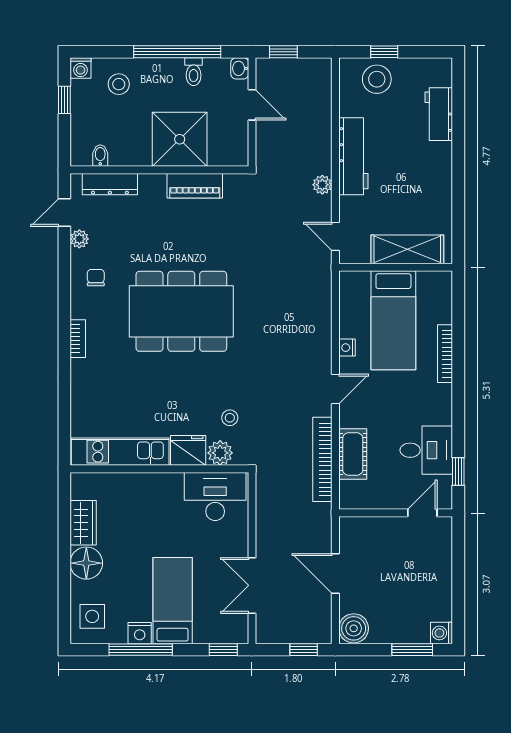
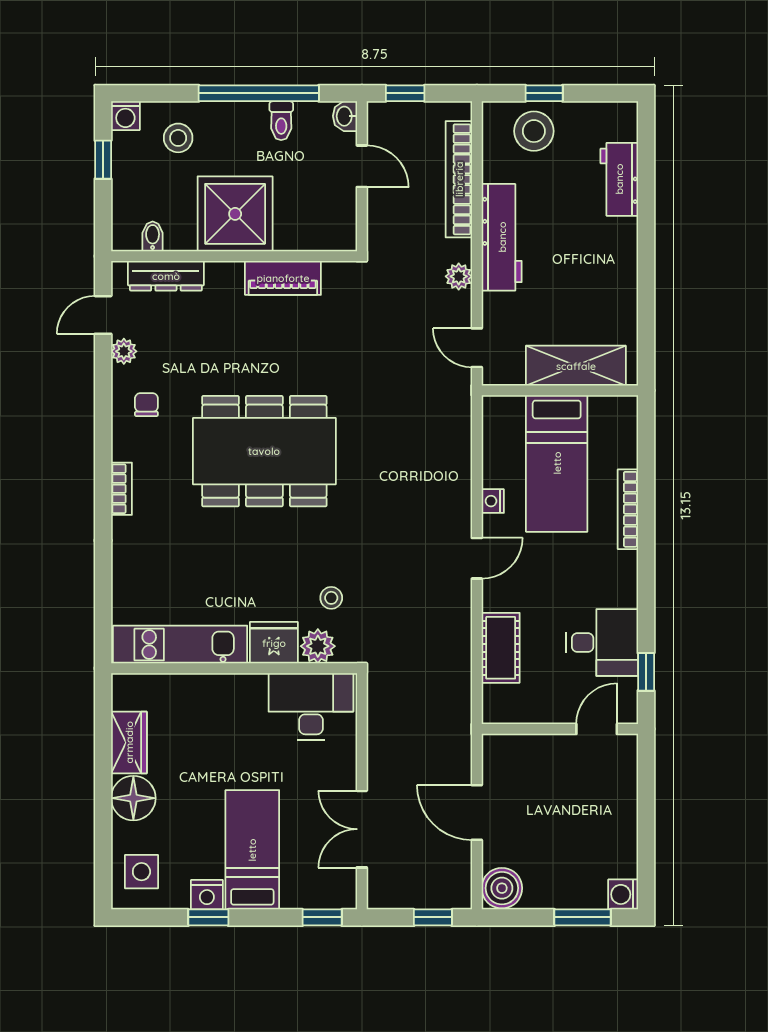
shower: (180, 139) -> (235, 214), moved
bookcase: (322, 459) -> (459, 179), moved
window: (141, 650) -> (208, 917), width x0.46

